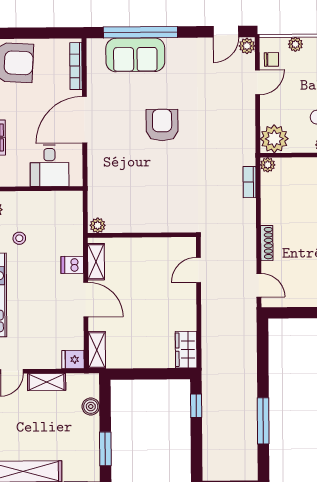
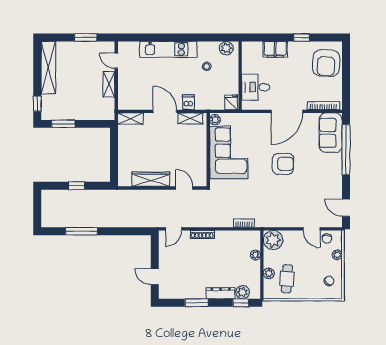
plant: (247, 46) -> (336, 222), removed
sofa: (135, 55) -> (331, 133), moved
door: (85, 120) -> (287, 111), swing flipped
plant: (268, 165) -> (255, 255), moved
corner sofa: (146, 205) -> (229, 152), added
door: (86, 300) -> (165, 111), swing flipped
wardrobe: (186, 350) -> (151, 179), moved, width x1.50
fridge: (73, 360) -> (231, 102), moved
boiler: (91, 406) -> (92, 114), removed
window: (196, 406) -> (77, 186), moved

